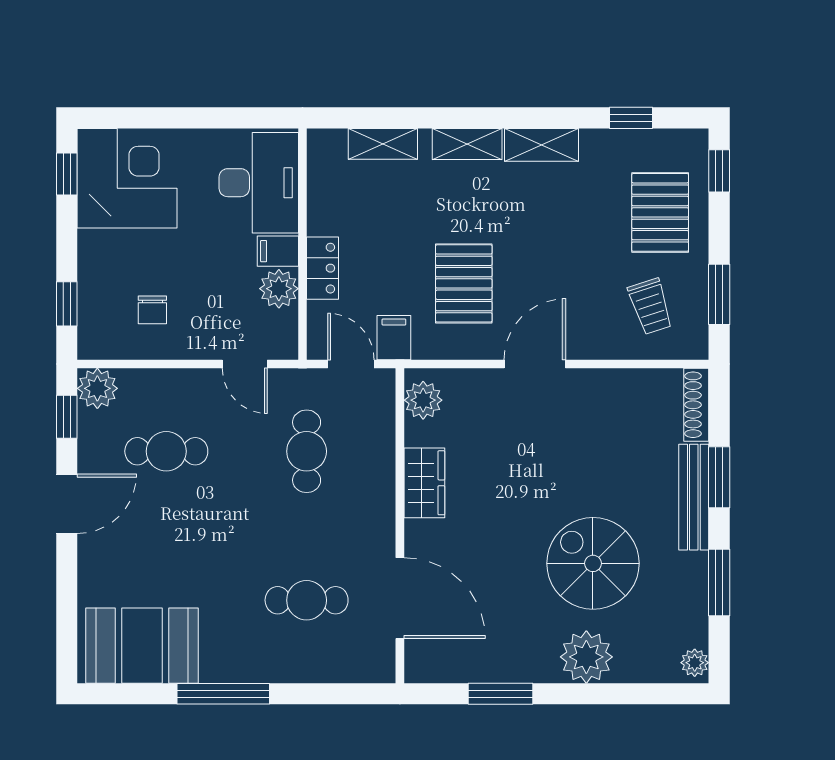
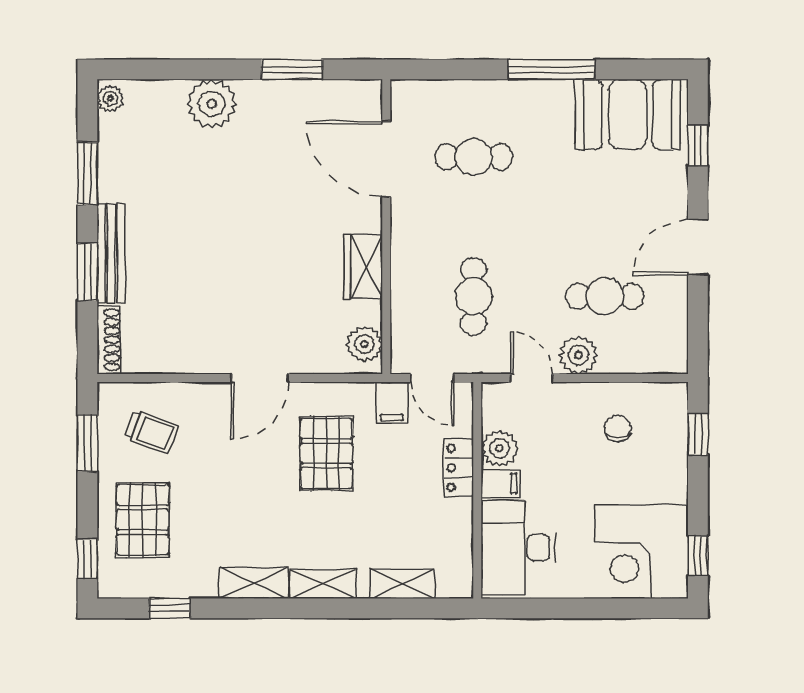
trolley: (650, 306) -> (152, 432), turned 129
plant: (97, 388) -> (578, 355), moved
window: (67, 417) -> (698, 145), moved
spiral stairs: (593, 563) -> (206, 191), removed

